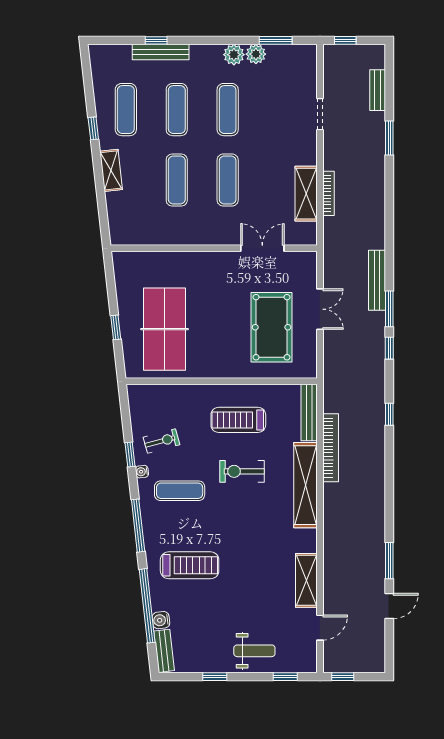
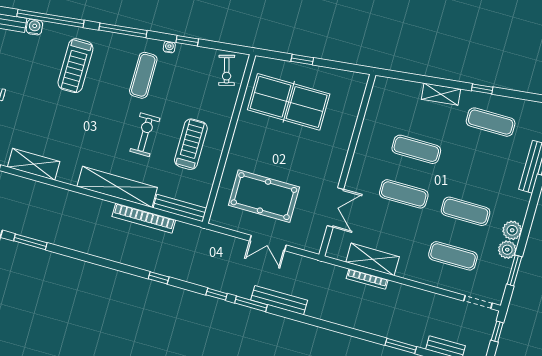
exercise mat: (177, 110) -> (453, 256), moved
doorway: (320, 114) -> (478, 302), moved
exercise bike: (162, 441) -> (227, 70), moved

